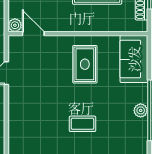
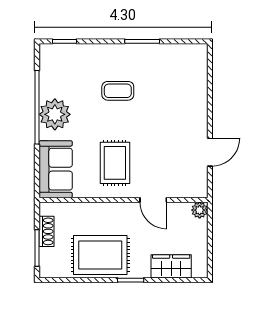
door: (33, 34) -> (153, 200), moved
plant: (141, 110) -> (55, 114), width x1.88, depth x1.88

